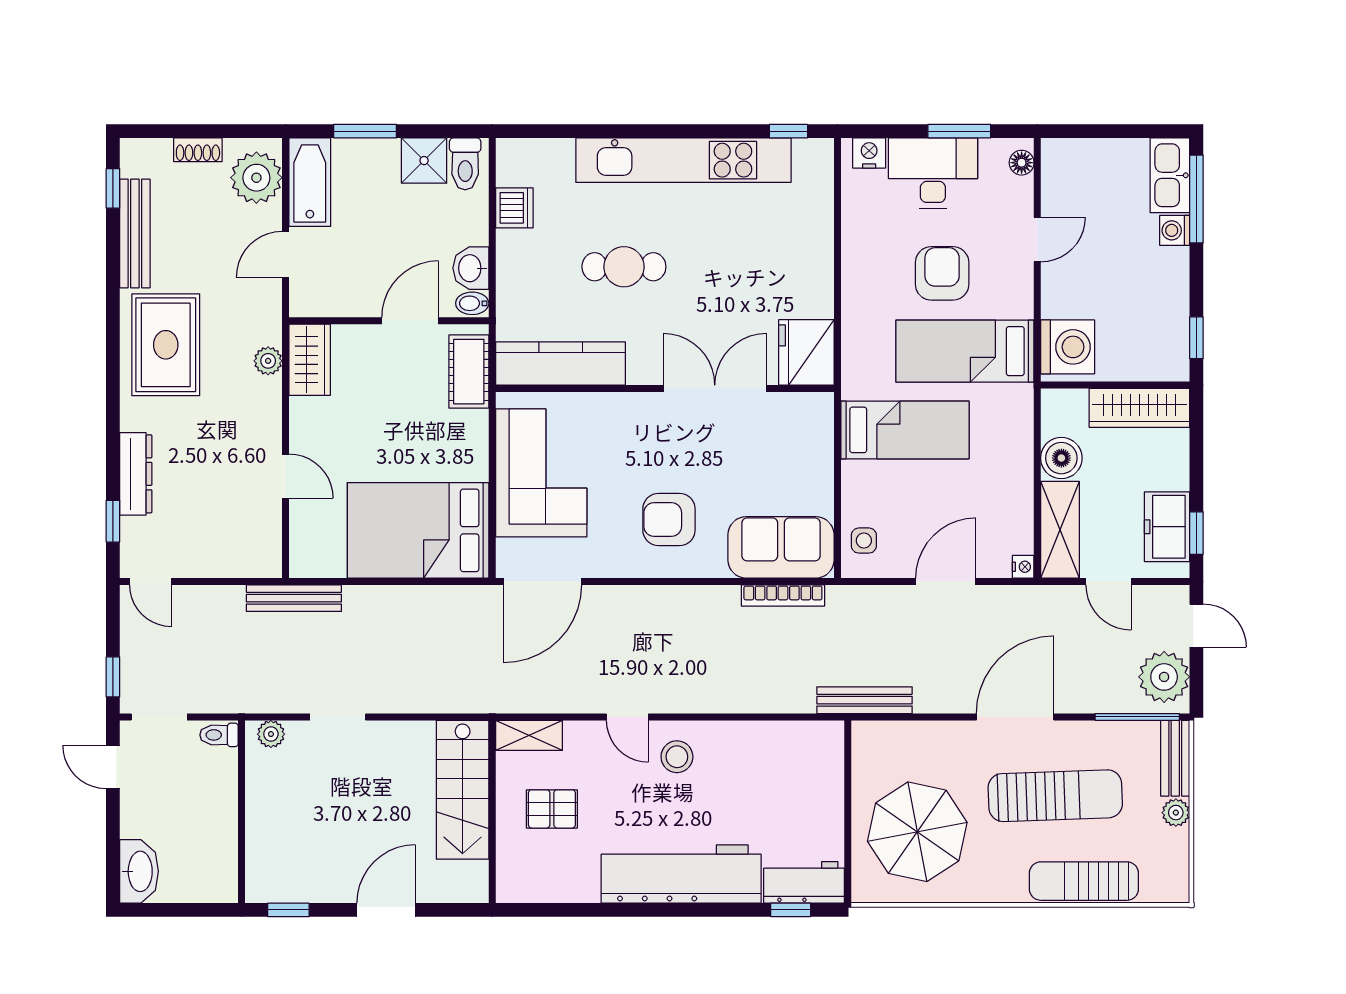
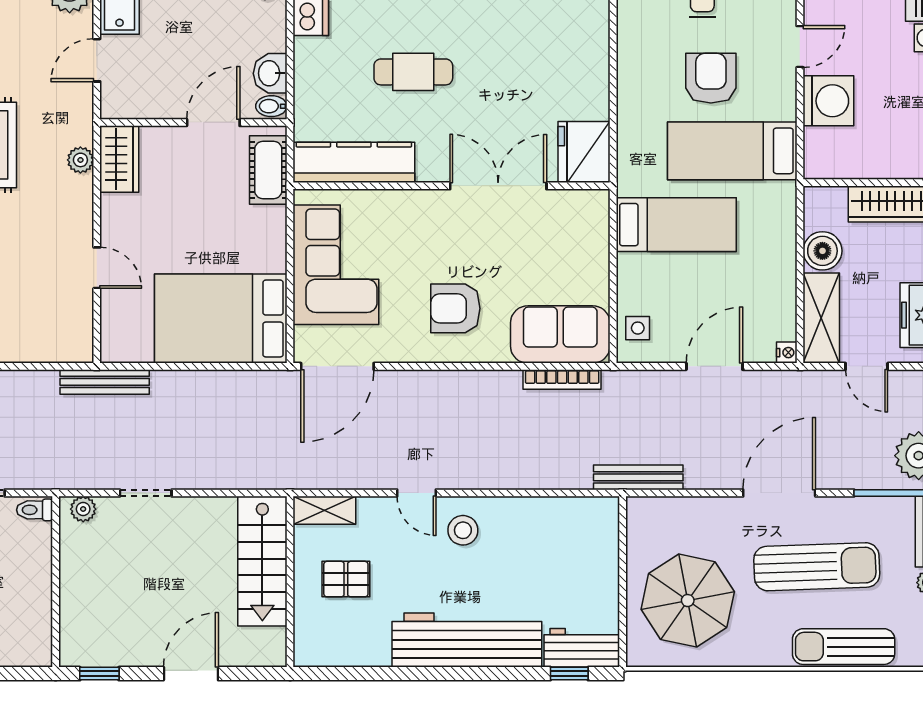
washing machine: (1068, 347) -> (828, 101), moved

